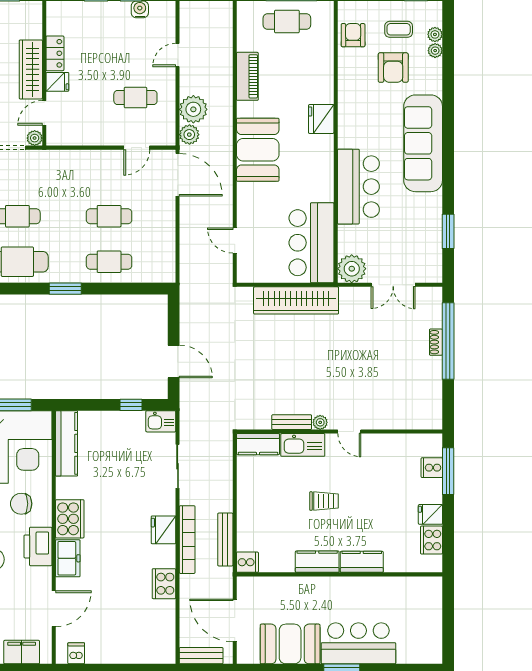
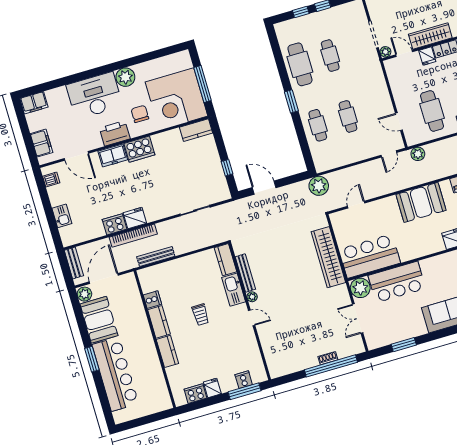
cafe table: (135, 98) -> (432, 111), width x1.37, depth x1.35
plant: (193, 109) -> (319, 186), moved
door: (178, 175) -> (389, 154), width x0.53
bar counter: (358, 187) -> (397, 282), moved
door: (174, 361) -> (264, 188), swing flipped
kitchen sink: (161, 421) -> (62, 216), moved, turned 180
bench: (292, 422) -> (245, 273), width x1.36
door: (349, 432) -> (252, 318), swing flipped
kitchen counter: (67, 443) -> (196, 130), width x0.67
fridge: (163, 530) -> (135, 218), moved
bookcase: (187, 540) -> (133, 236), moved
cooker: (247, 562) -> (152, 300), moved, turned -90
bar counter: (358, 643) -> (115, 374), width x1.36
plant: (248, 654) -> (84, 294), added

